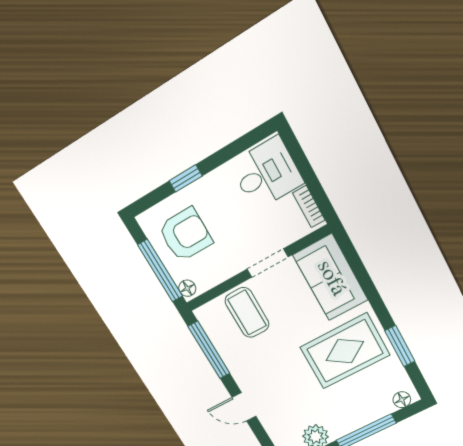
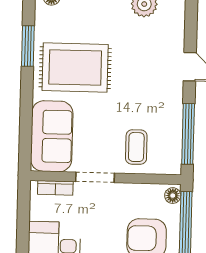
bookcase: (309, 207) -> (55, 188), moved, turned 90
coffee table: (247, 313) -> (136, 147), width x0.73, depth x0.77

